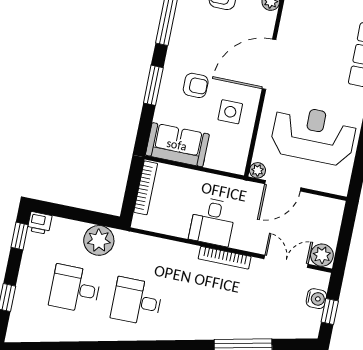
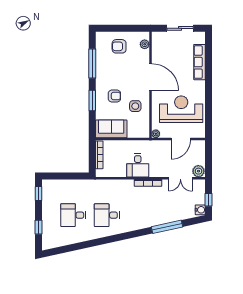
door: (269, 64) -> (150, 77), swing flipped
door: (283, 186) -> (181, 139), moved
printer: (40, 223) -> (48, 185), removed
plant: (99, 240) -> (80, 187), removed
double door: (286, 261) -> (180, 178), swing flipped
water cooler: (316, 299) -> (200, 210), moved

